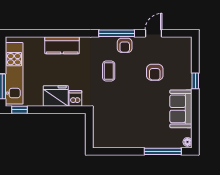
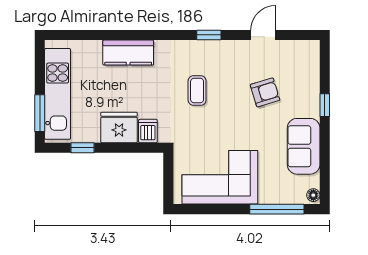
window: (117, 33) -> (209, 35), width x0.46
armchair: (125, 45) -> (221, 53), removed
armchair: (155, 72) -> (265, 92), turned -107
window: (20, 110) -> (83, 148), moved
corner sofa: (124, 130) -> (220, 177), added

